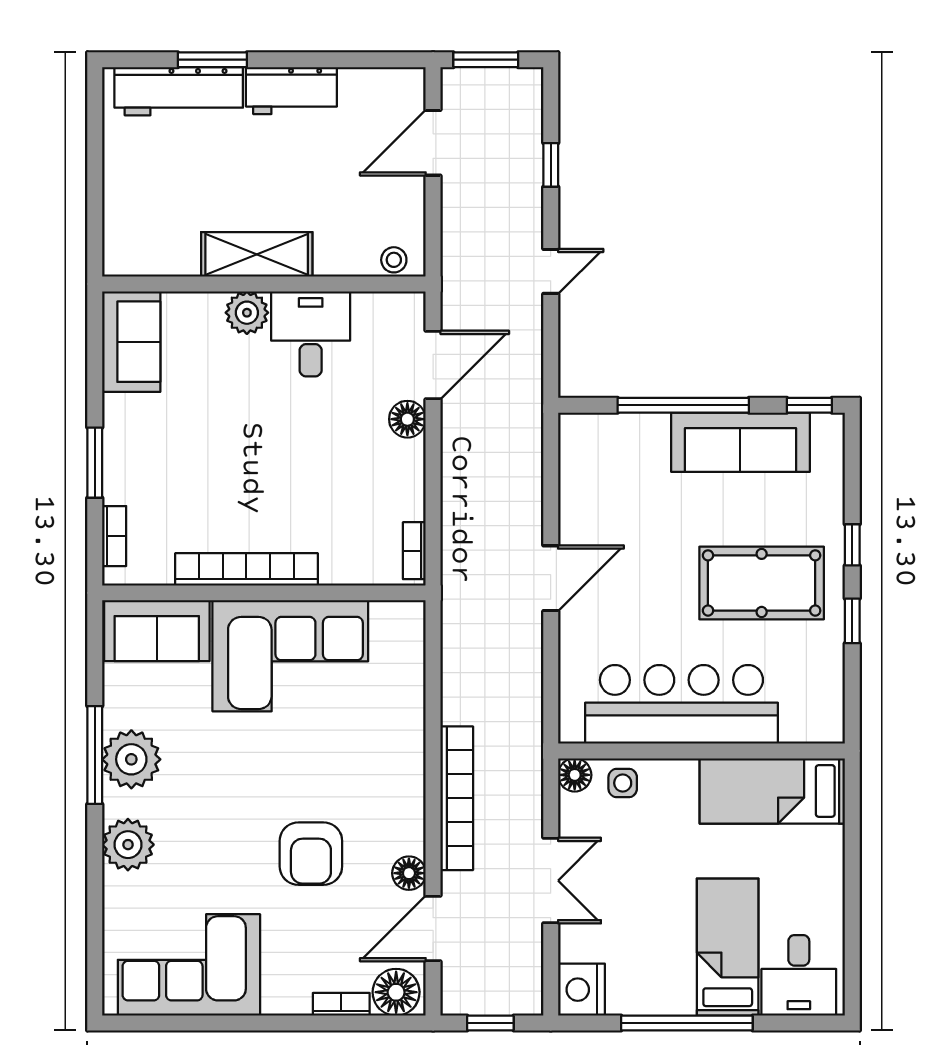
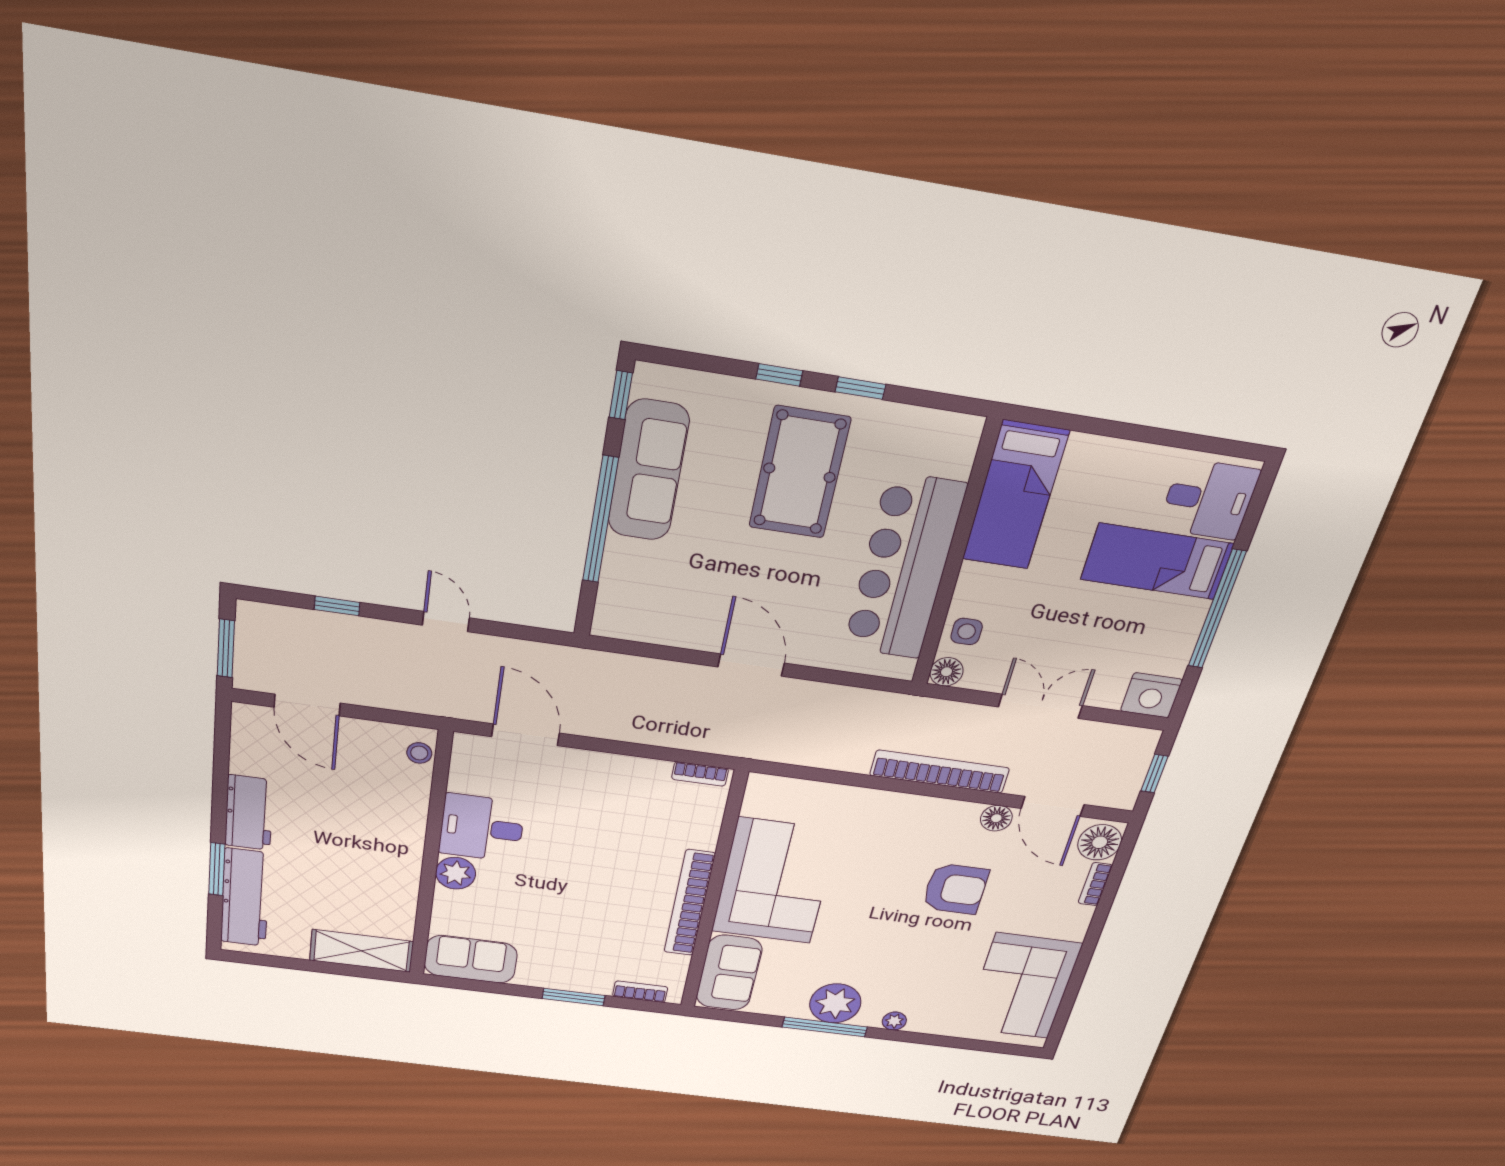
shelving: (257, 254) -> (362, 951), moved, turned 90
floor lamp: (407, 419) -> (574, 763), removed
plant: (128, 845) -> (894, 1021), width x0.53, depth x0.53

